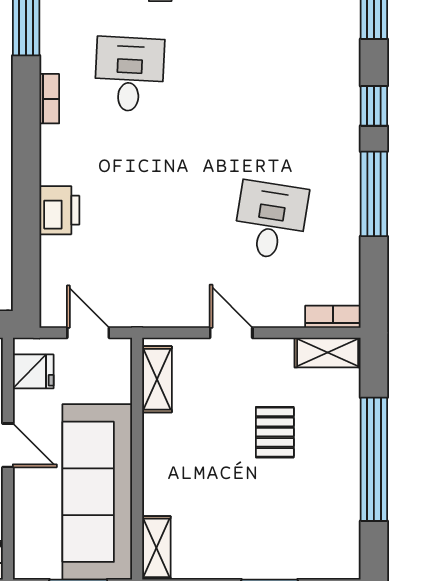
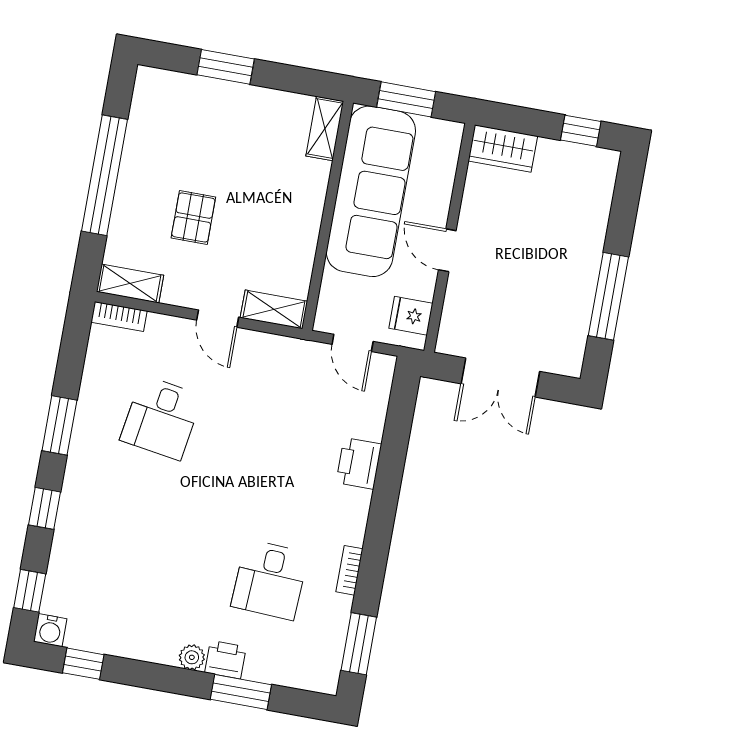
window: (374, 194) -> (59, 425), width x0.69
shelving: (157, 379) -> (274, 309), moved, turned 90

